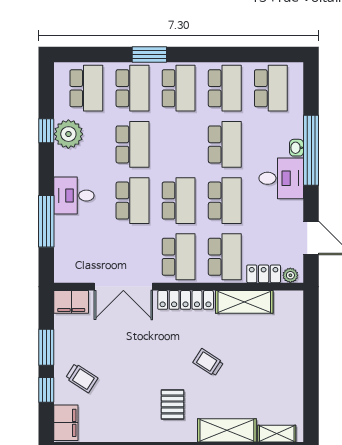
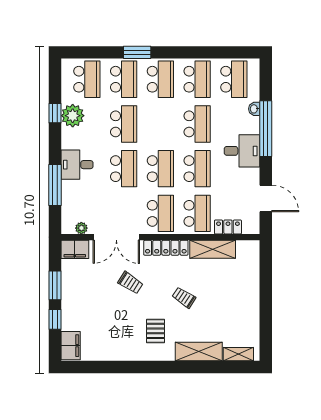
washbasin: (296, 148) -> (254, 109), moved
plant: (290, 275) -> (81, 228), moved
trolley: (82, 378) -> (130, 283), moved

